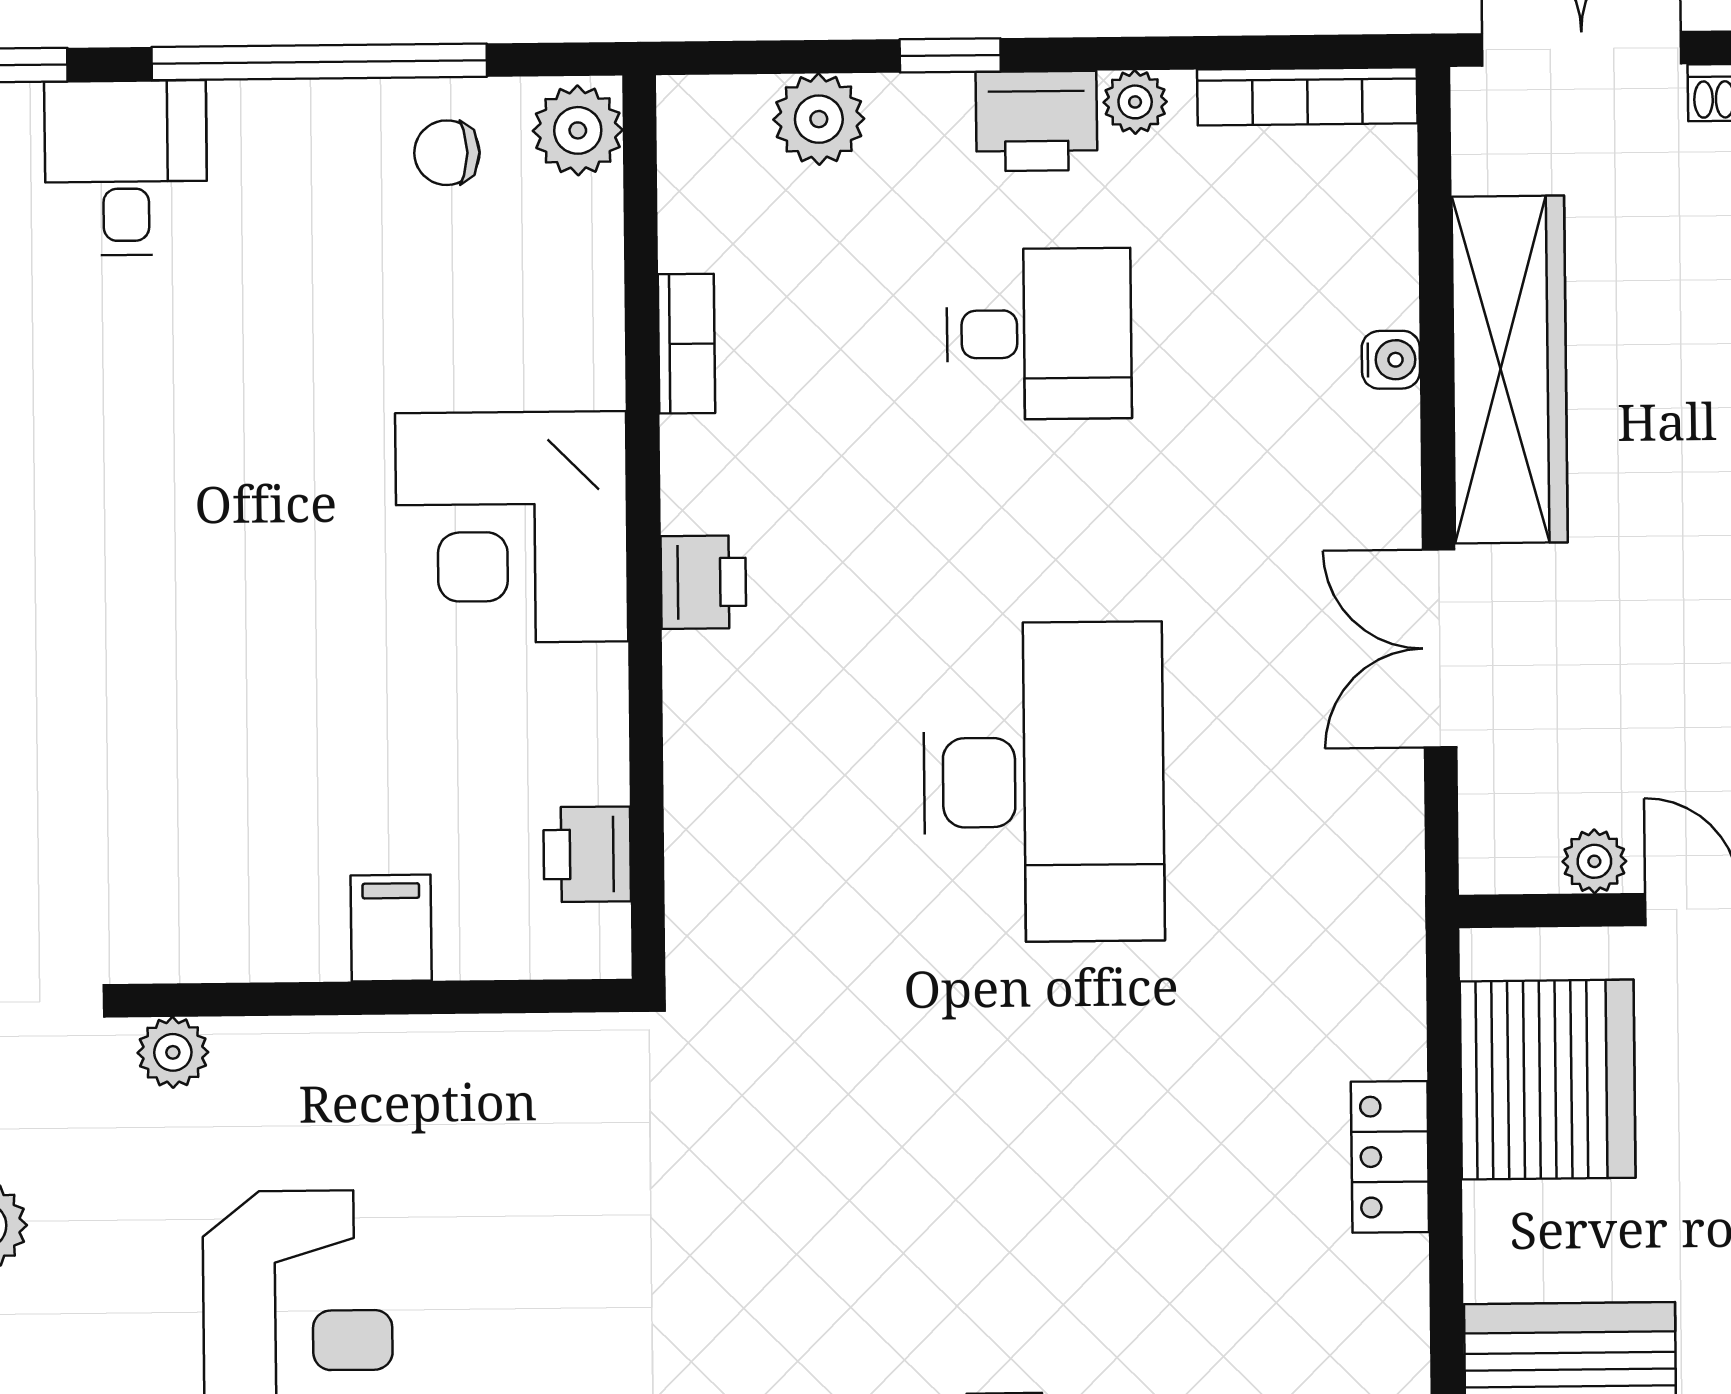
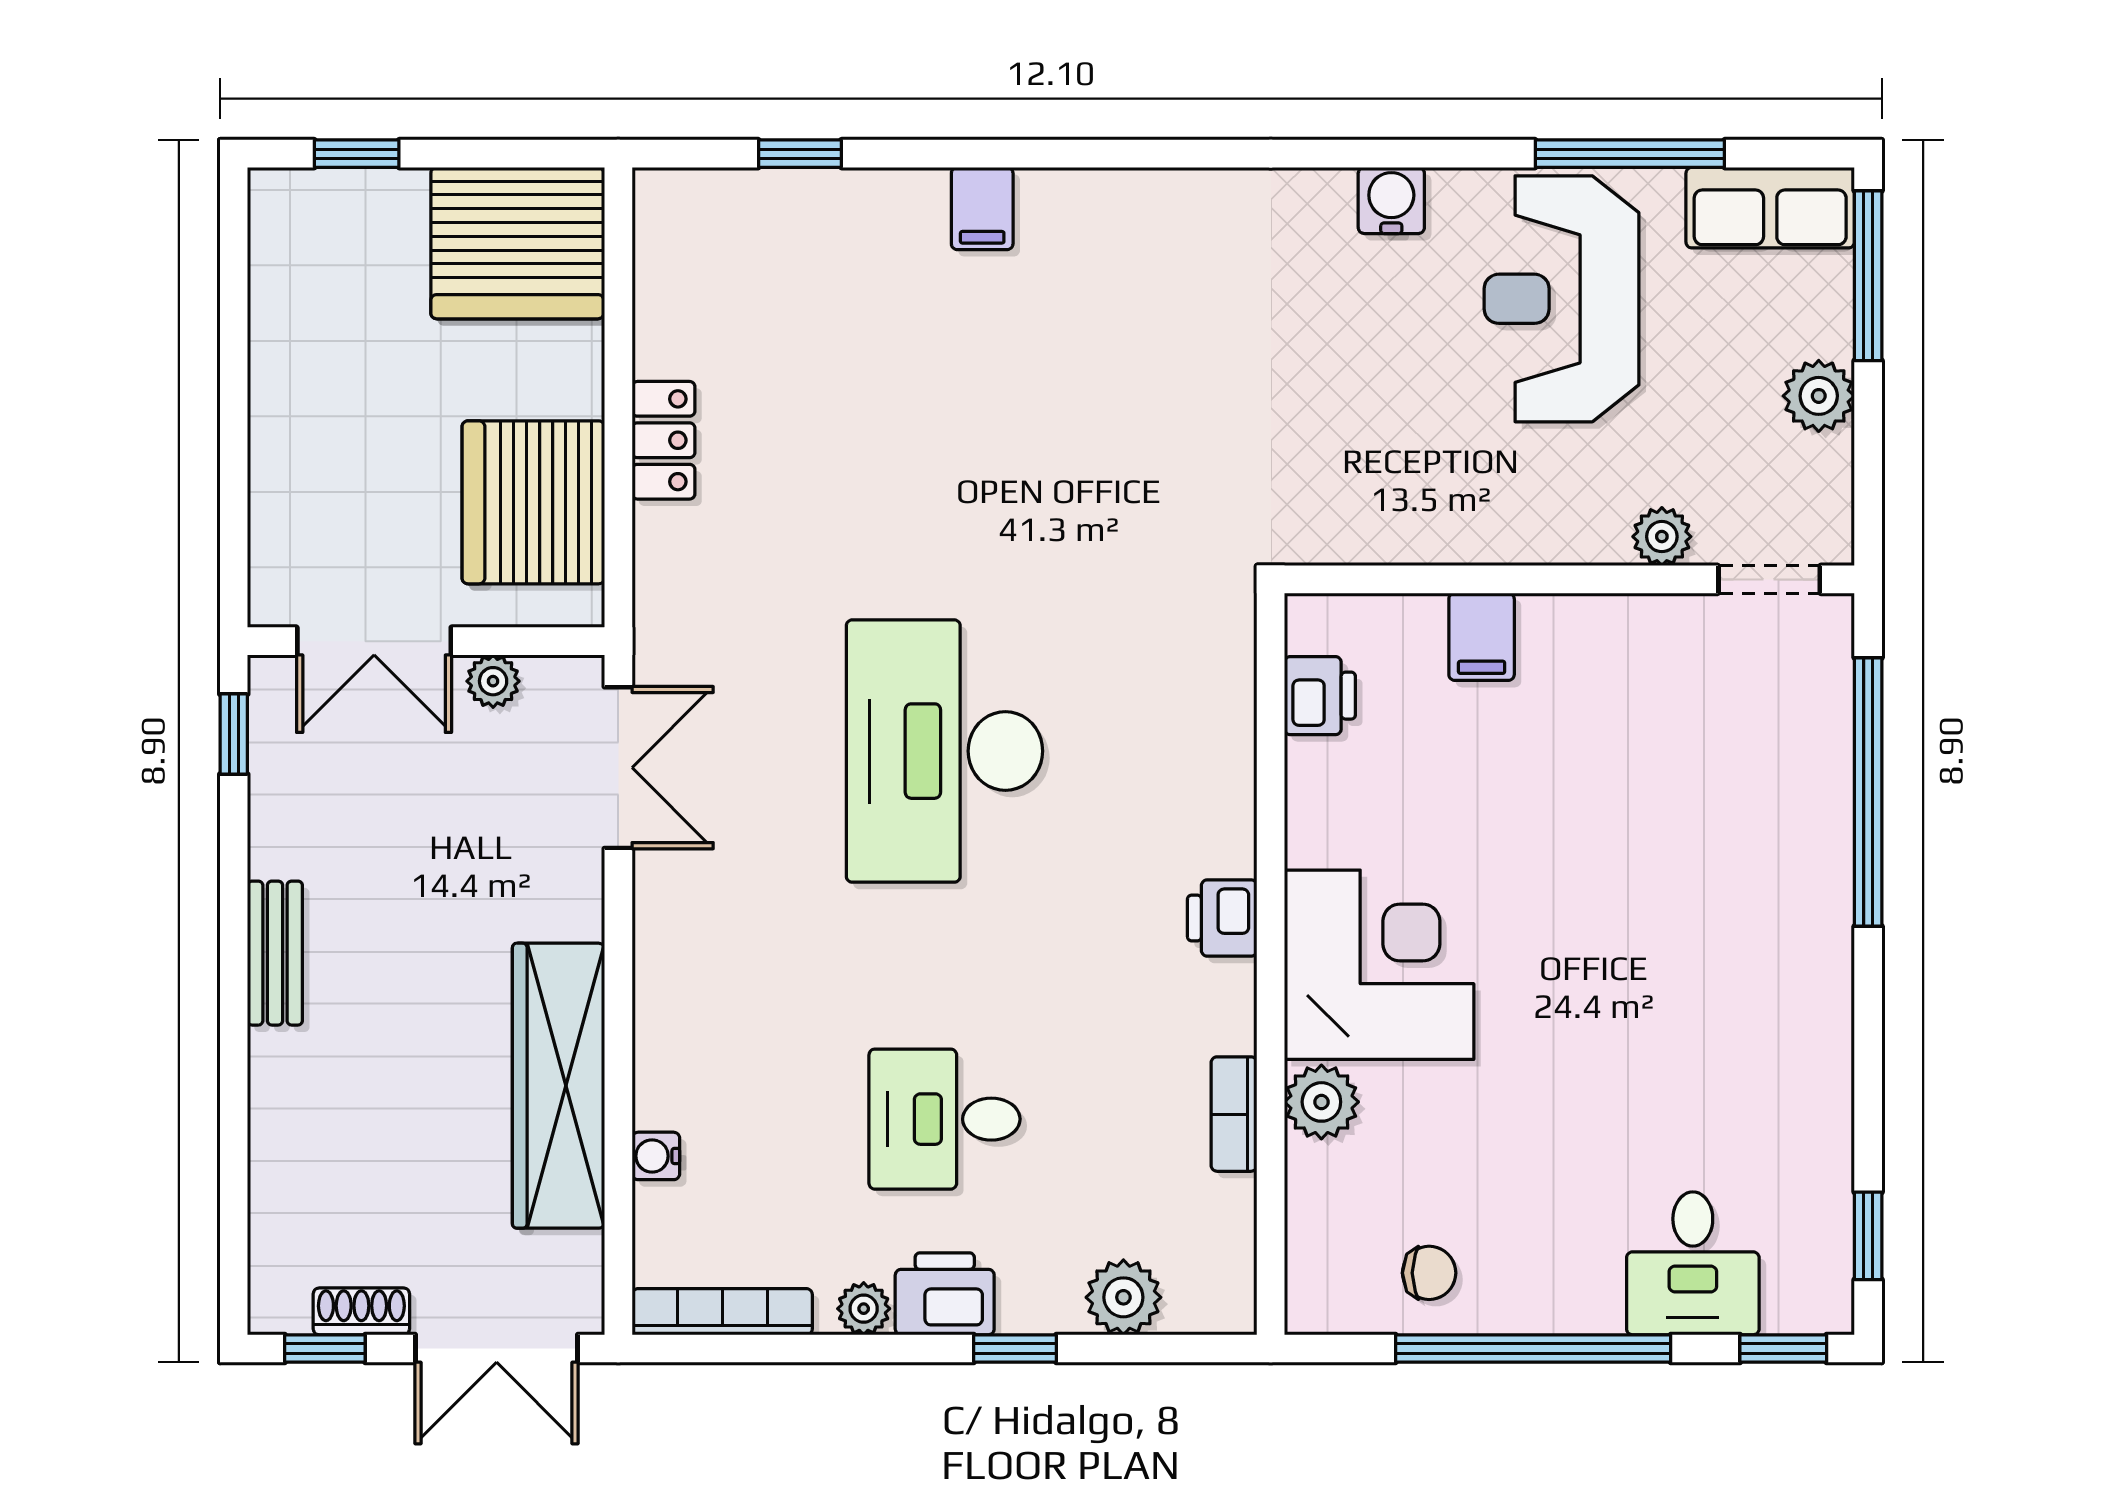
plant: (578, 130) -> (1321, 1102), moved
water cooler: (1391, 360) -> (656, 1156), moved
double door: (1440, 648) -> (618, 768), moved

